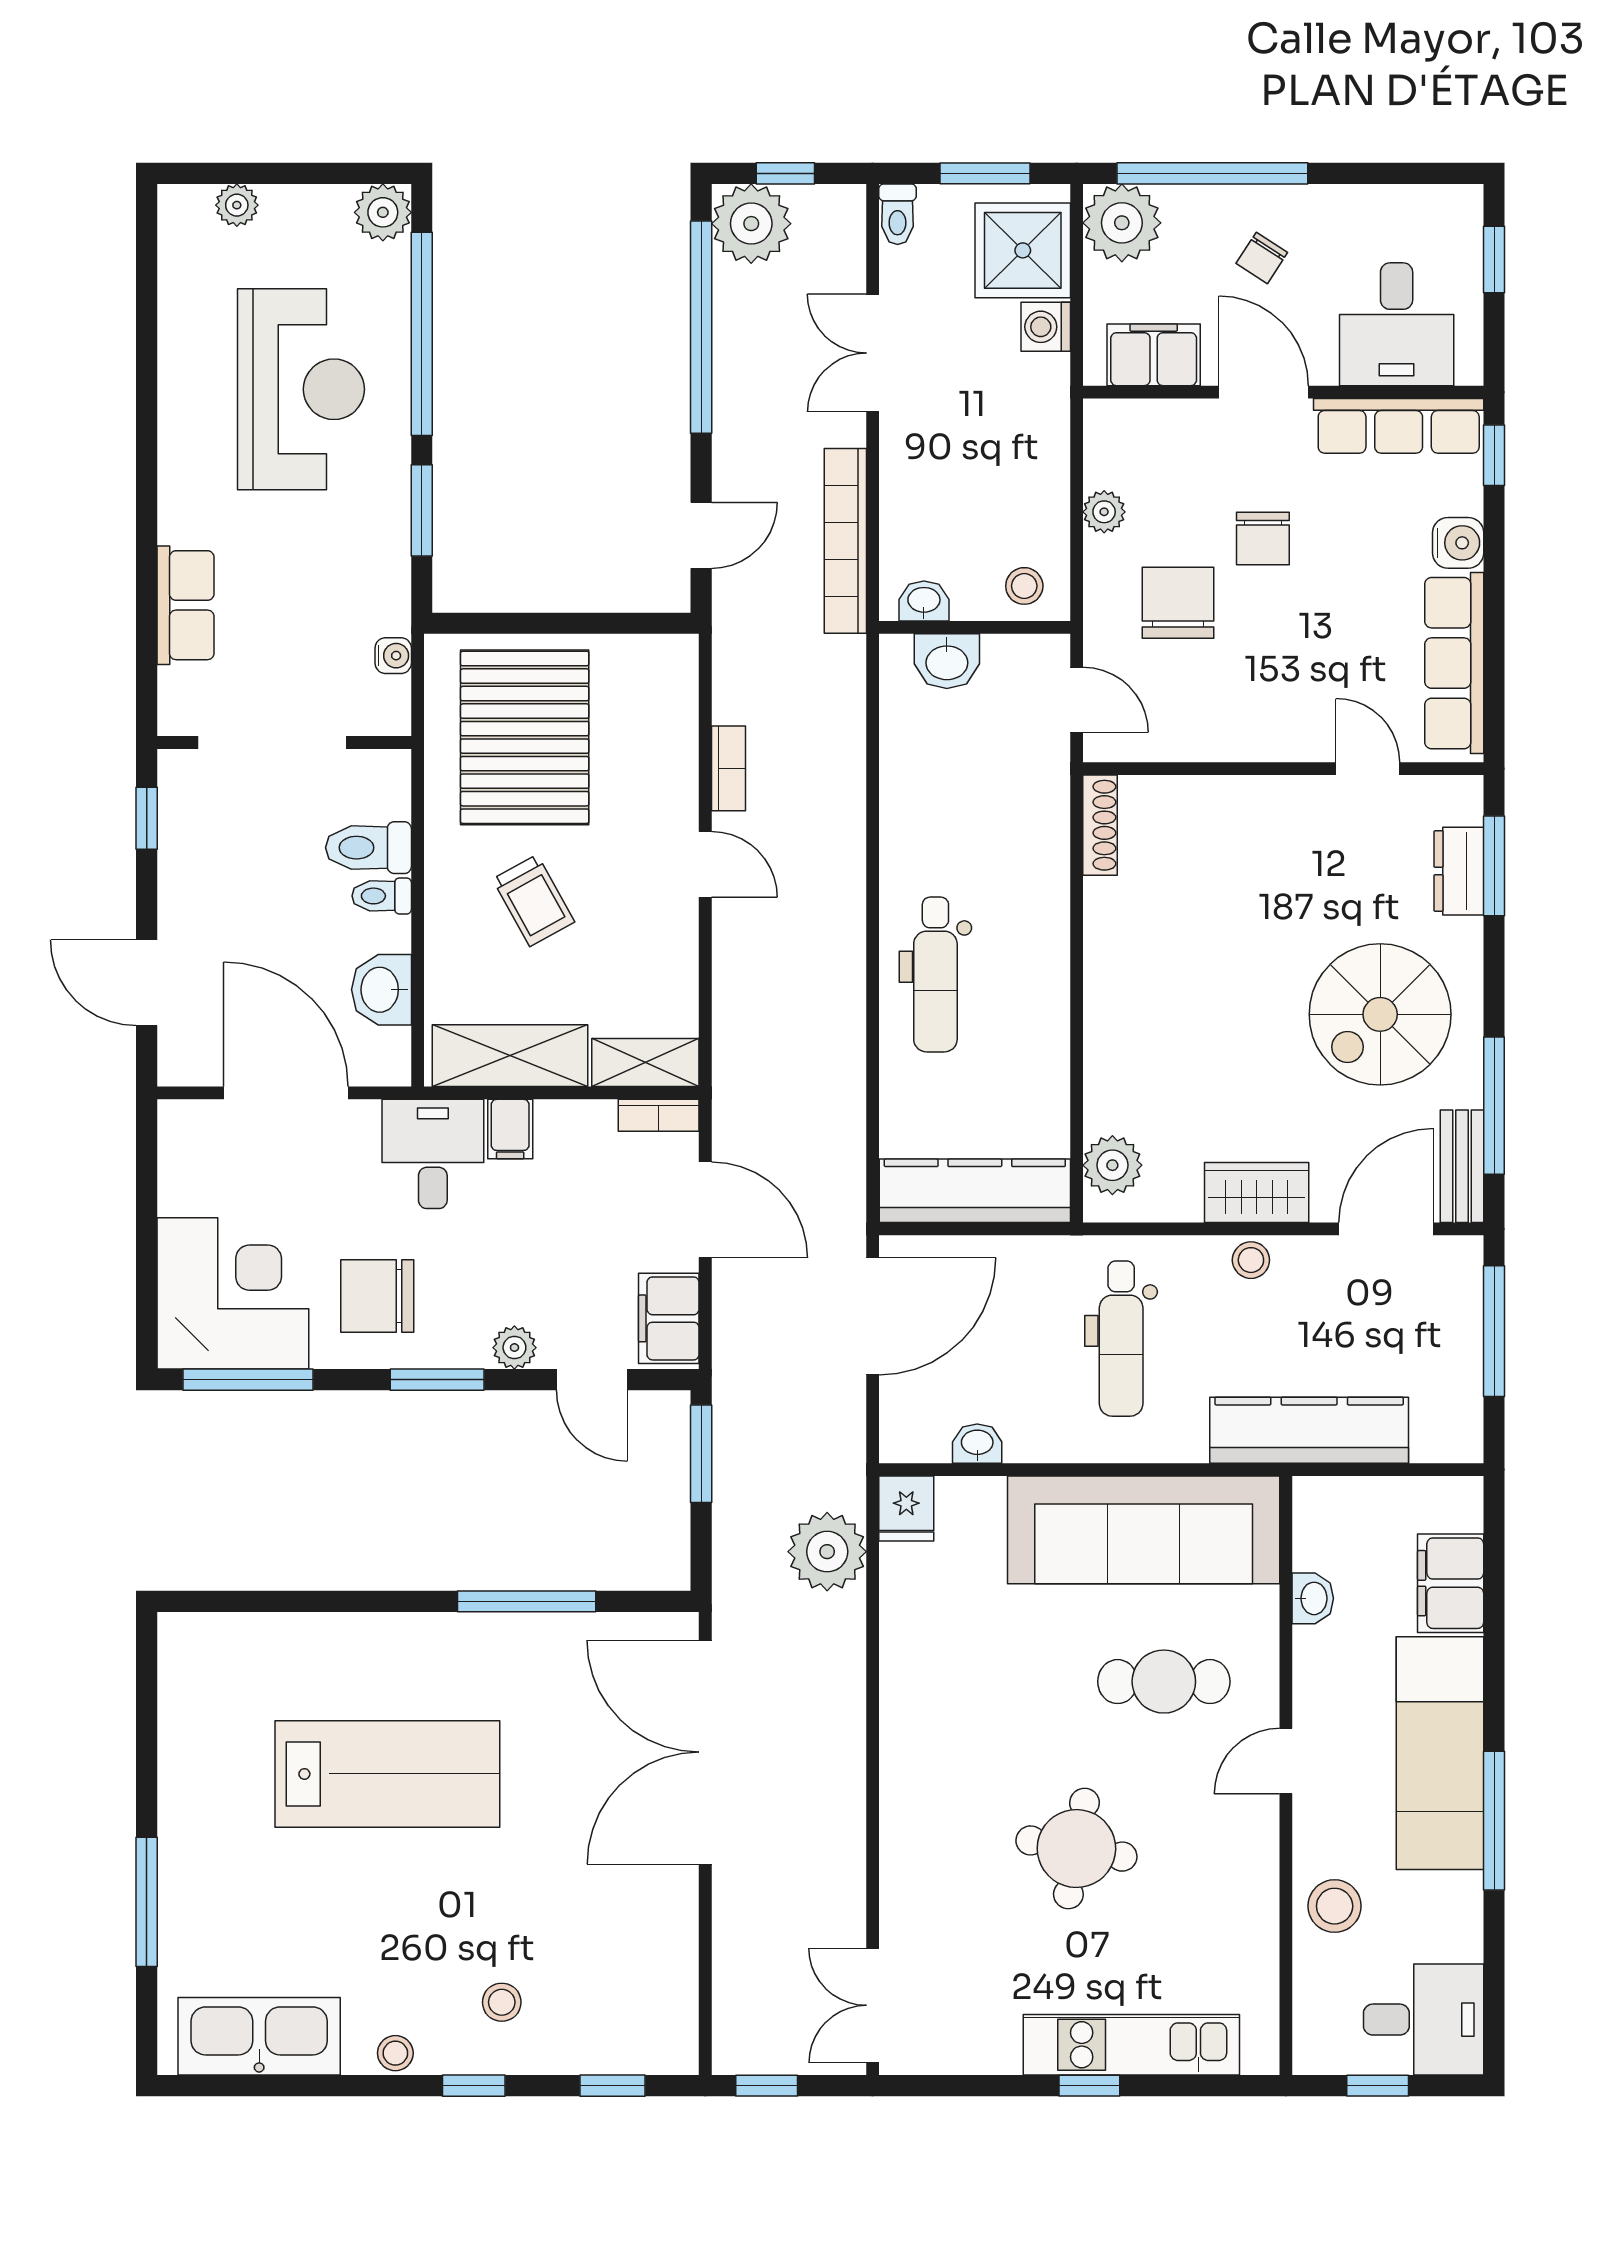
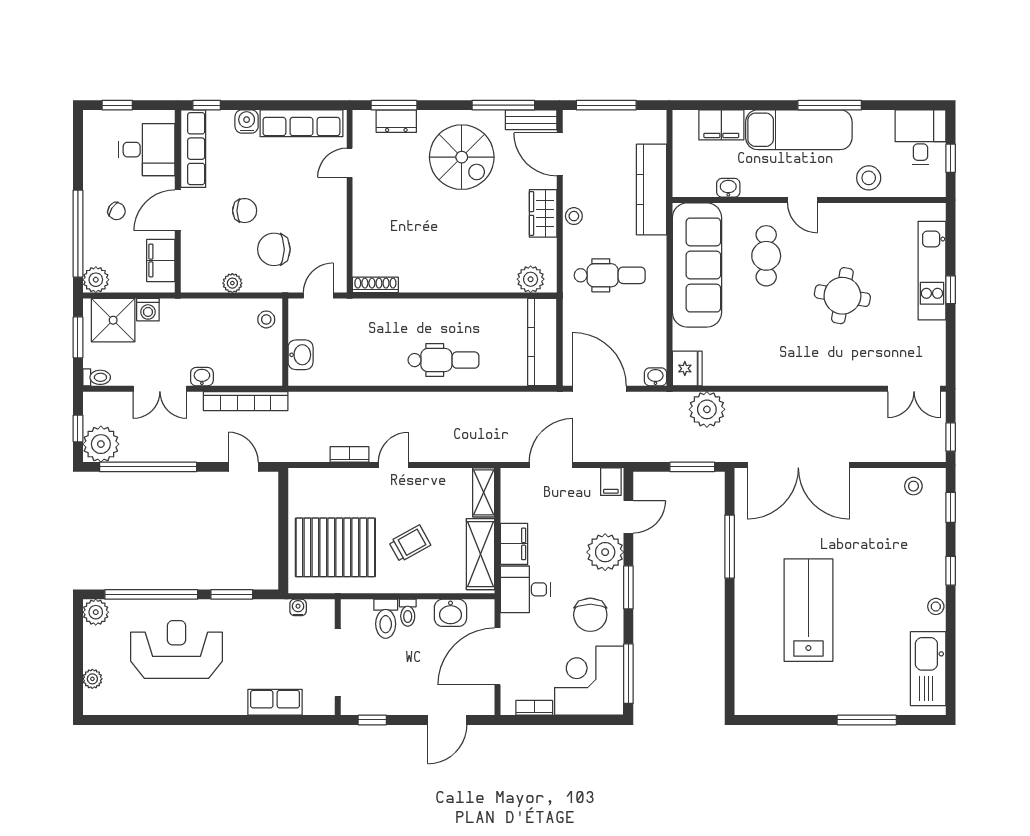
plant: (1122, 223) -> (96, 280), width x0.73, depth x0.73
washbasin: (924, 601) -> (202, 377), moved, turned 90
bookcase: (659, 1115) -> (534, 708), moved, turned -90
filing cabinet: (510, 1129) -> (514, 544), width x2.00
filing cabinet: (669, 1318) -> (611, 482), width x0.50
plant: (514, 1348) -> (605, 552), width x1.88, depth x1.88
washbasin: (977, 1444) -> (655, 377), moved, turned 90
window: (701, 1454) -> (692, 467), moved
fridge: (906, 1508) -> (687, 369), width x1.38
stool: (502, 2002) -> (913, 486), moved

